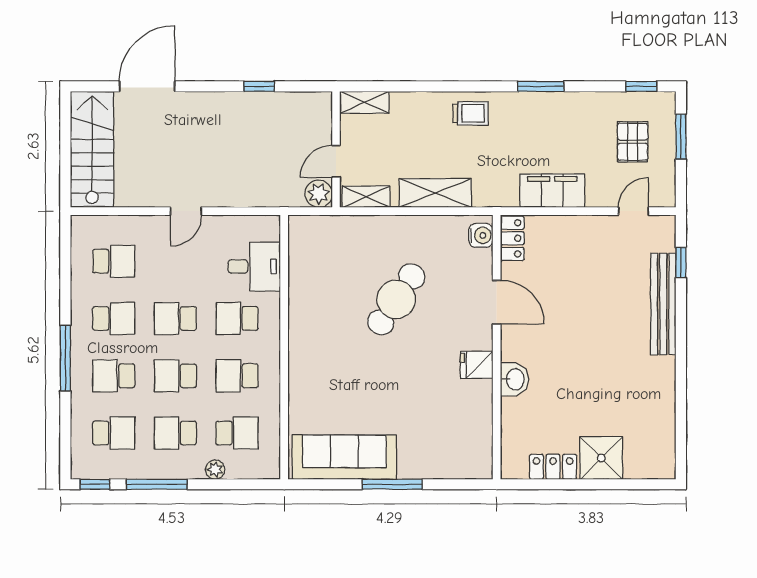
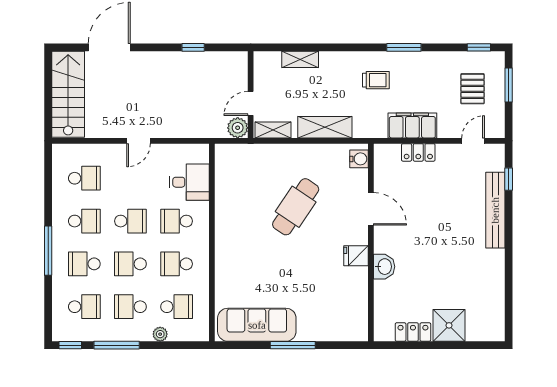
shelving: (365, 102) -> (300, 59), moved
trolley: (470, 113) -> (376, 80), moved
locker: (512, 238) -> (418, 152), moved, turned 90
school desk: (175, 318) -> (130, 221), turned 180

